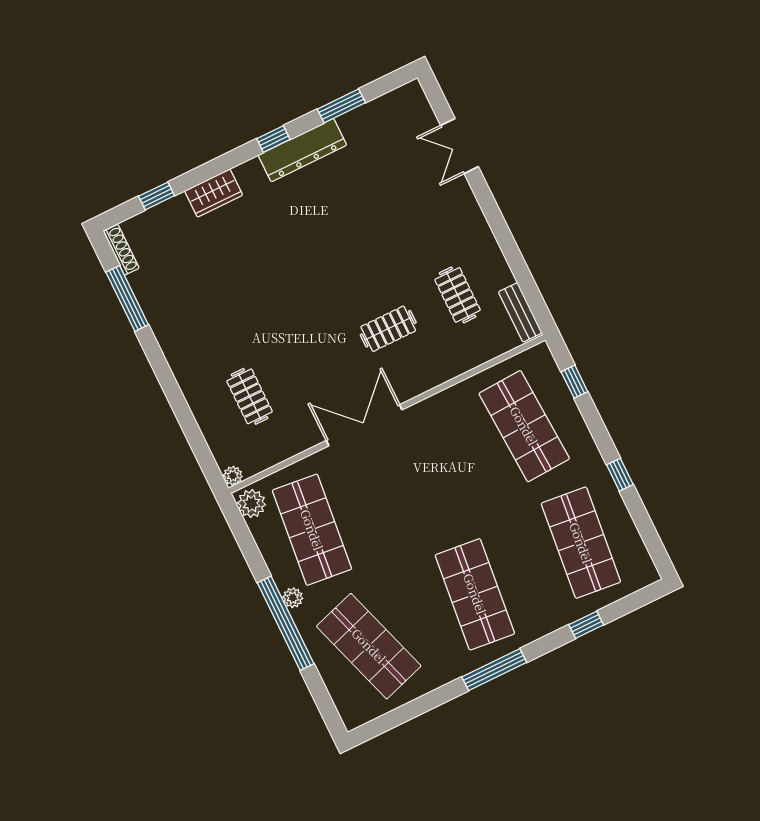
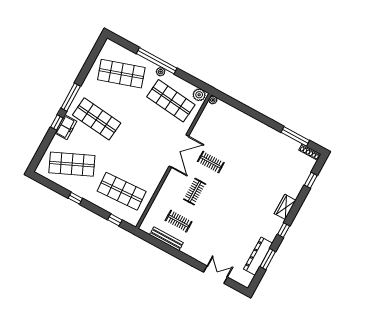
dresser: (302, 150) -> (258, 256), moved
wardrobe: (214, 193) -> (285, 207), moved
bench: (520, 312) -> (166, 239), moved, width x1.36
clothes rail: (250, 396) -> (211, 162), moved
shop shelf: (581, 543) -> (72, 164), turned -30
freezer: (543, 620) -> (66, 127), added
window: (586, 625) -> (57, 122), moved

